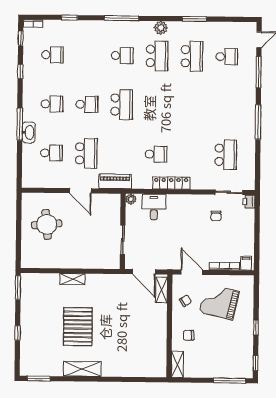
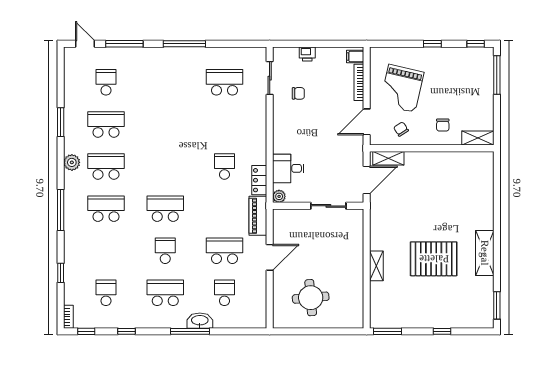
school desk: (122, 56) -> (106, 209), width x1.85
school desk: (52, 104) -> (165, 293), width x1.85
locker: (171, 183) -> (259, 180), moved, width x0.66
printer: (249, 202) -> (307, 54), moved

